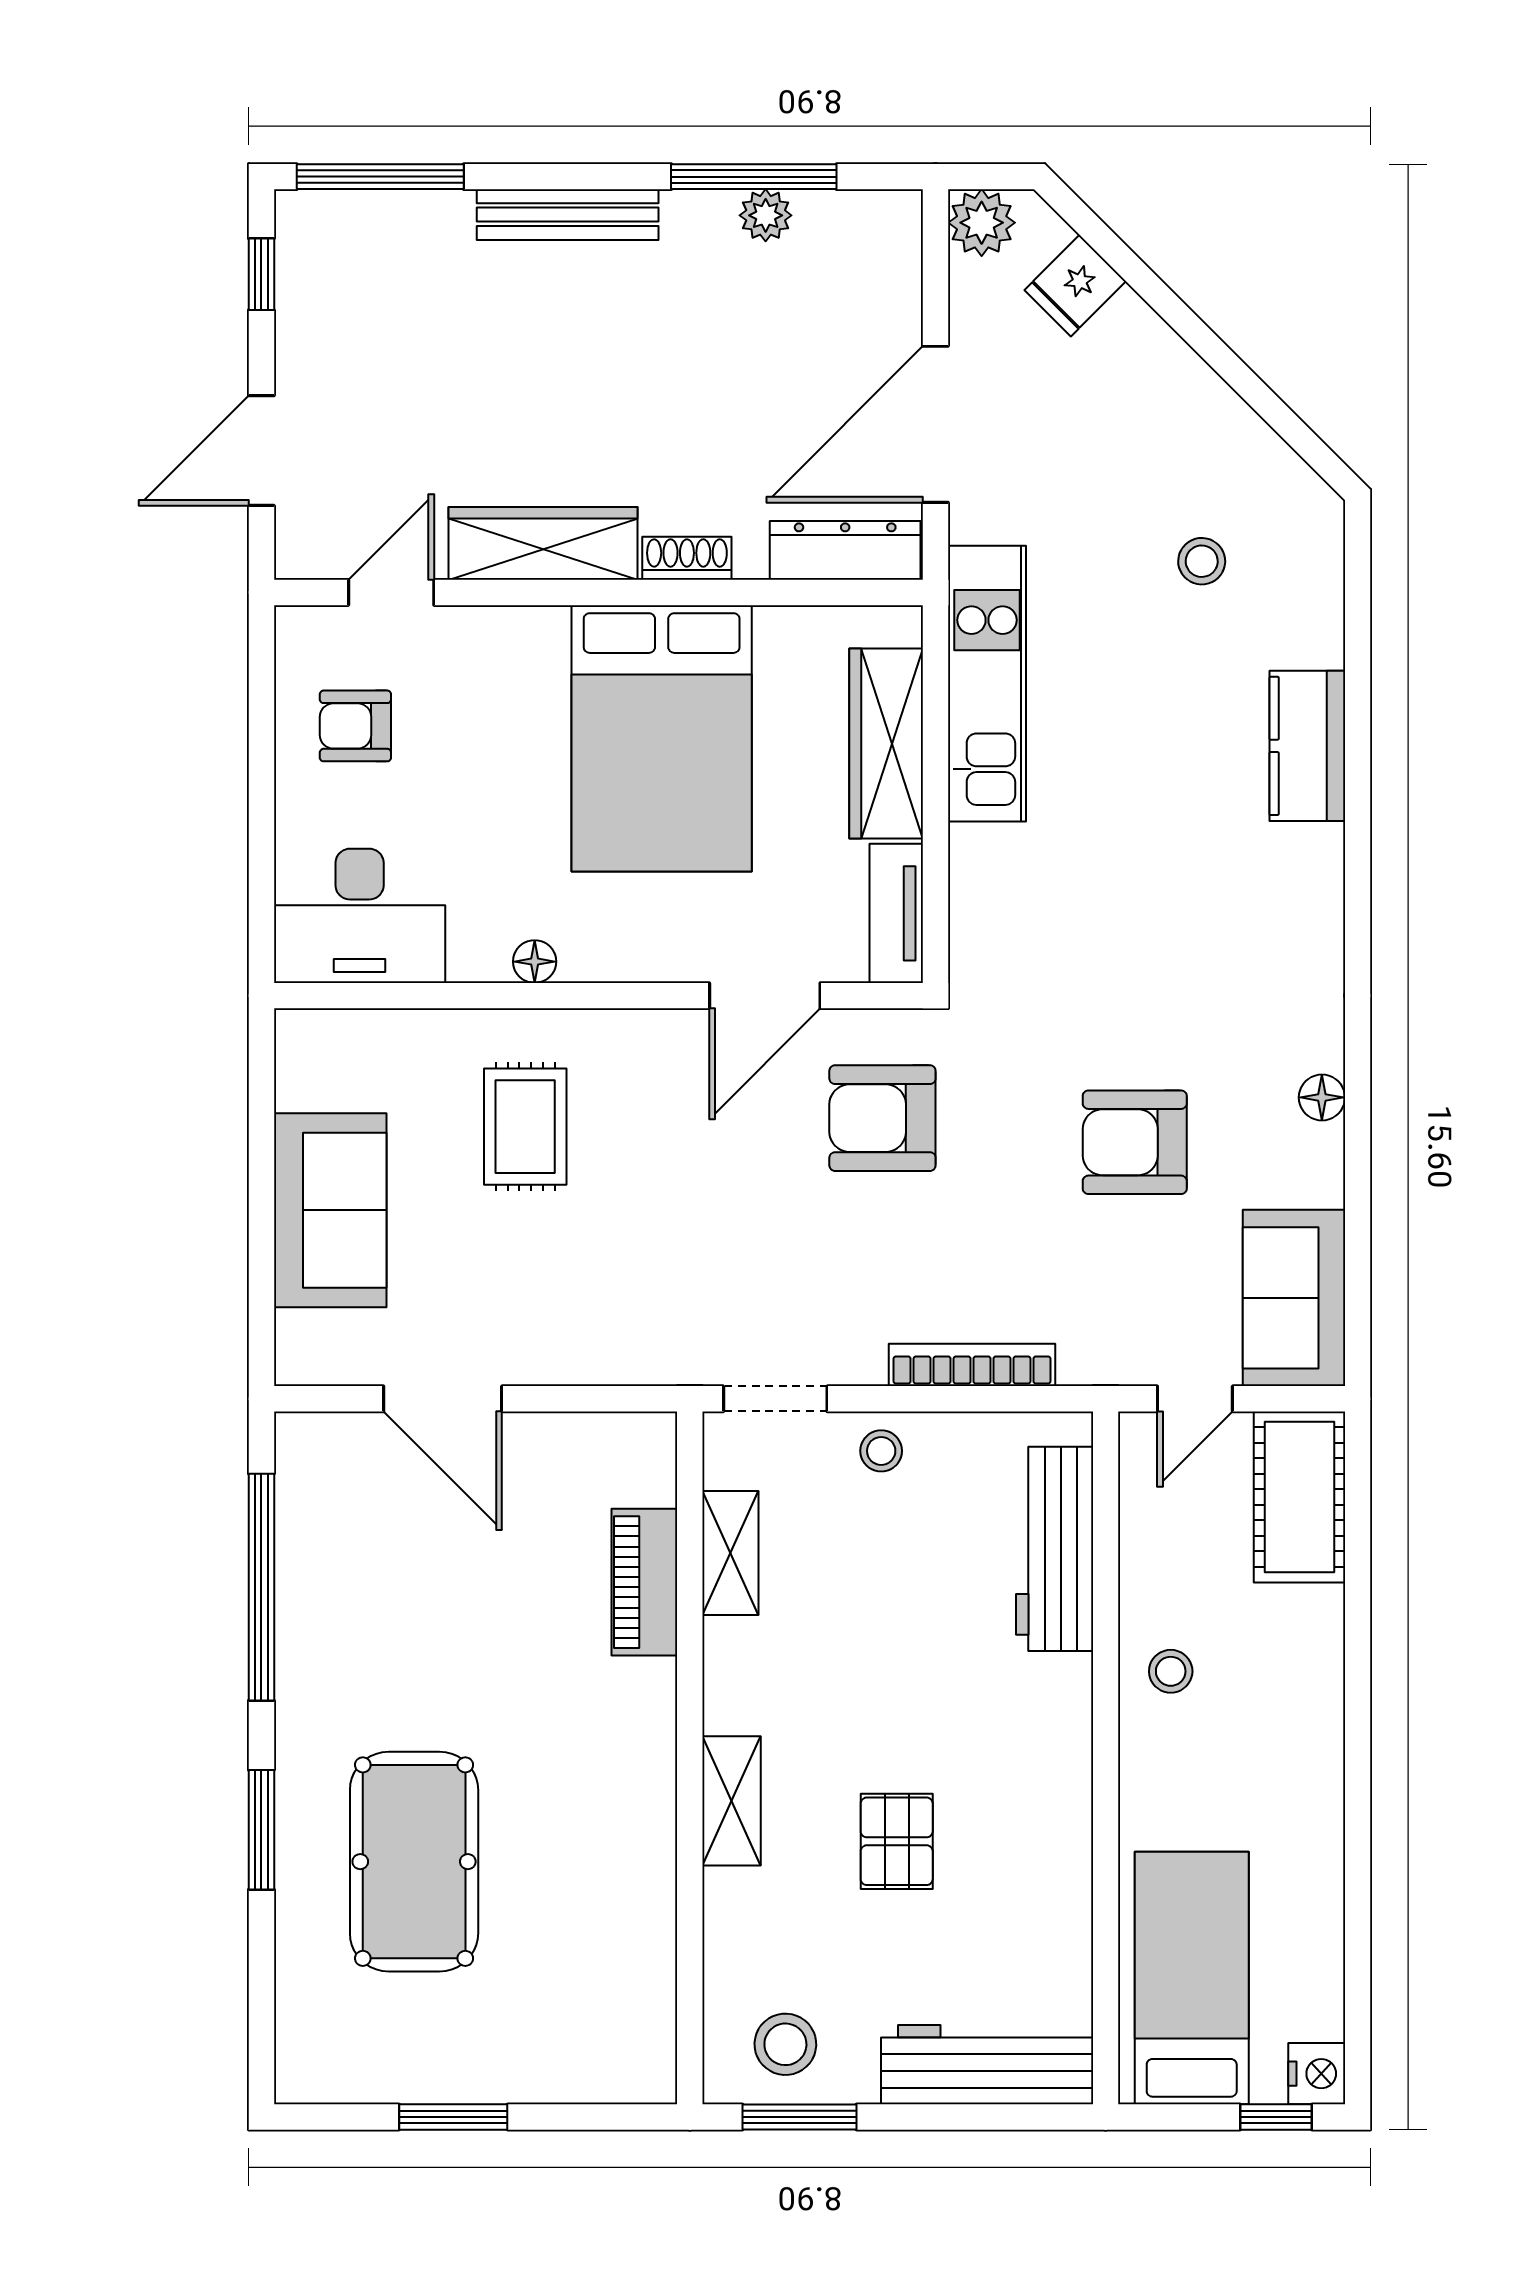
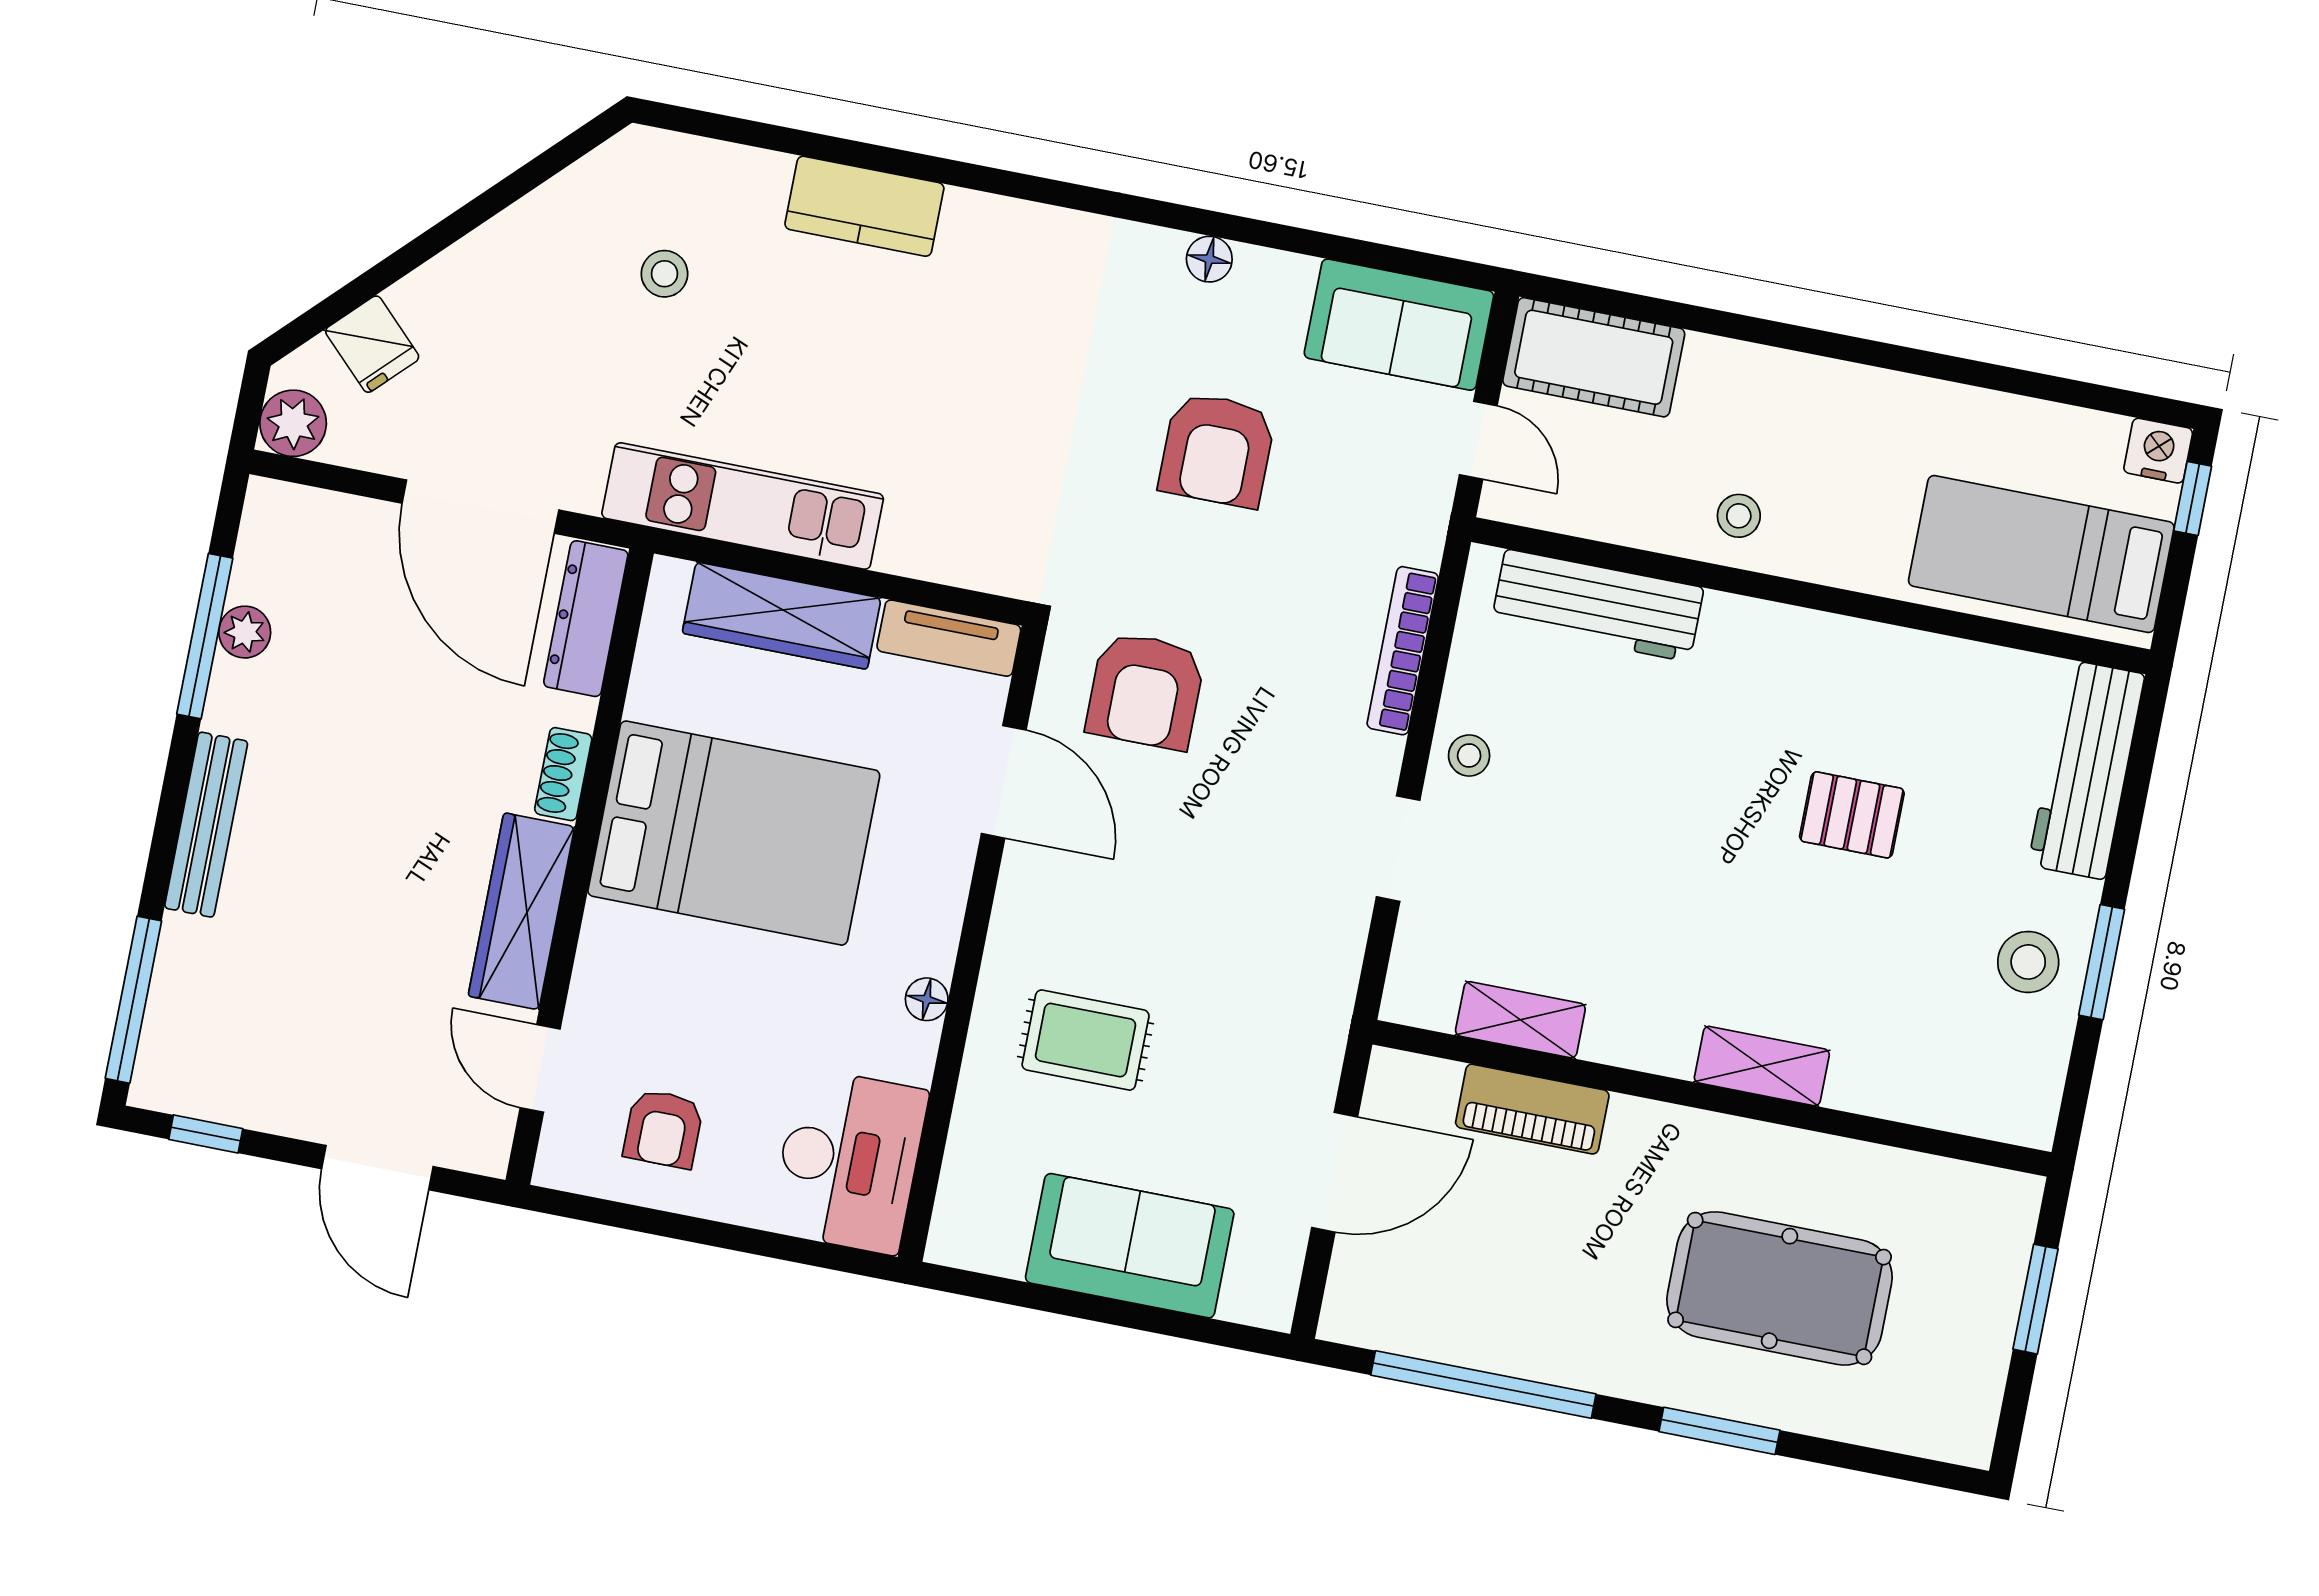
shelving: (730, 1553) -> (1520, 1020), moved
piano: (644, 1582) -> (1532, 1109), moved
wall: (690, 1758) -> (1712, 1098), moved
shelving: (732, 1801) -> (1762, 1066), moved

